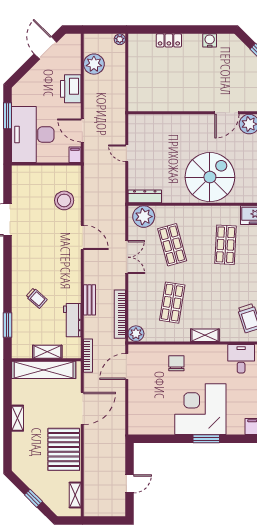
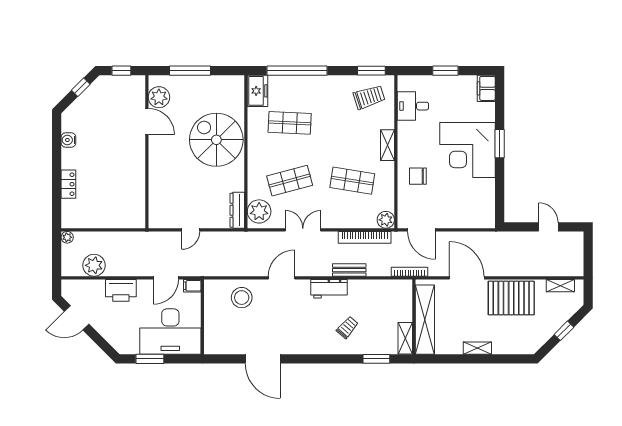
workbench: (72, 320) -> (329, 289), moved
shelving: (47, 352) -> (405, 338), moved

